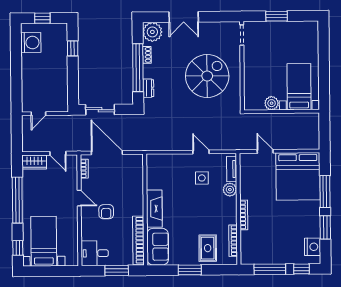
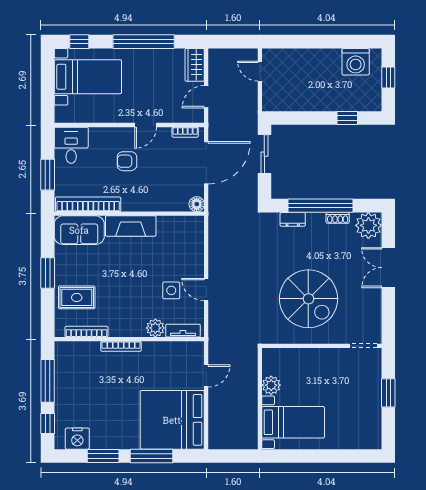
door: (201, 152) -> (206, 290), swing flipped
floor lamp: (138, 160) -> (197, 204), added

